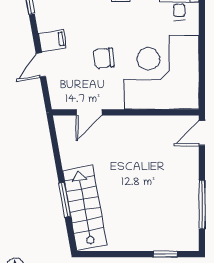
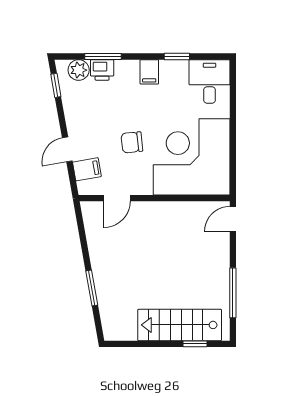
filing cabinet: (52, 41) -> (87, 169), moved
stairs: (85, 208) -> (180, 325), moved, turned -80

